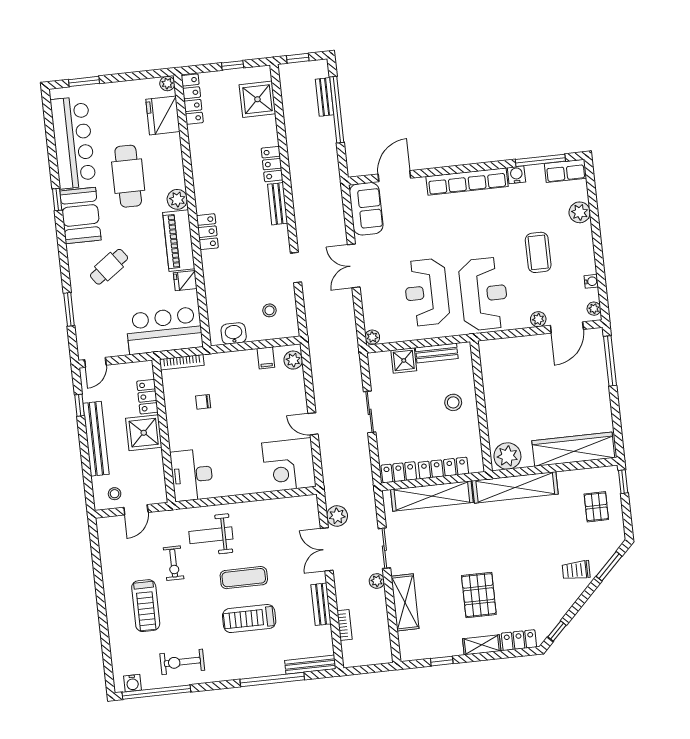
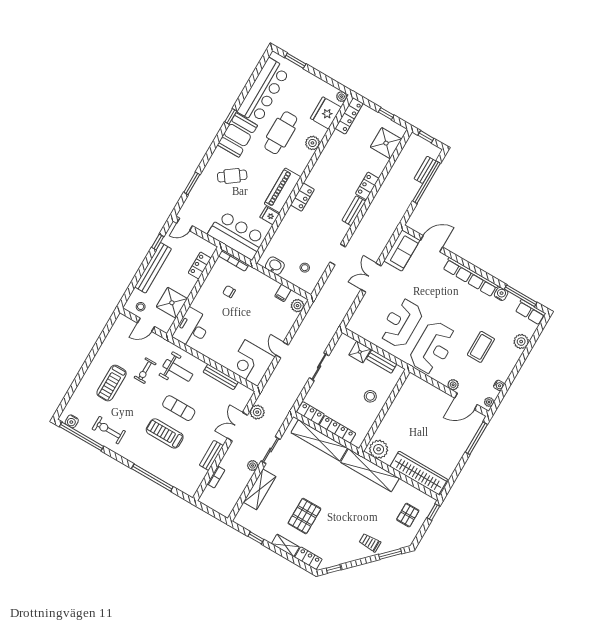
plant: (177, 199) -> (312, 143), moved
plant: (372, 337) -> (352, 326), removed
shower: (144, 433) -> (172, 303), moved
weight bench: (211, 535) -> (178, 370), turned 180
bench: (310, 665) -> (221, 377), moved

